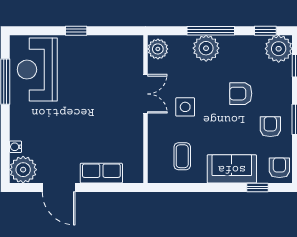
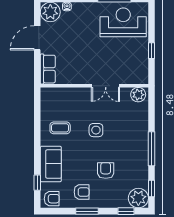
plant: (206, 48) -> (139, 145), removed
plant: (158, 49) -> (138, 95), moved
double door: (146, 94) -> (106, 86), moved
wall: (146, 109) -> (94, 86), moved

